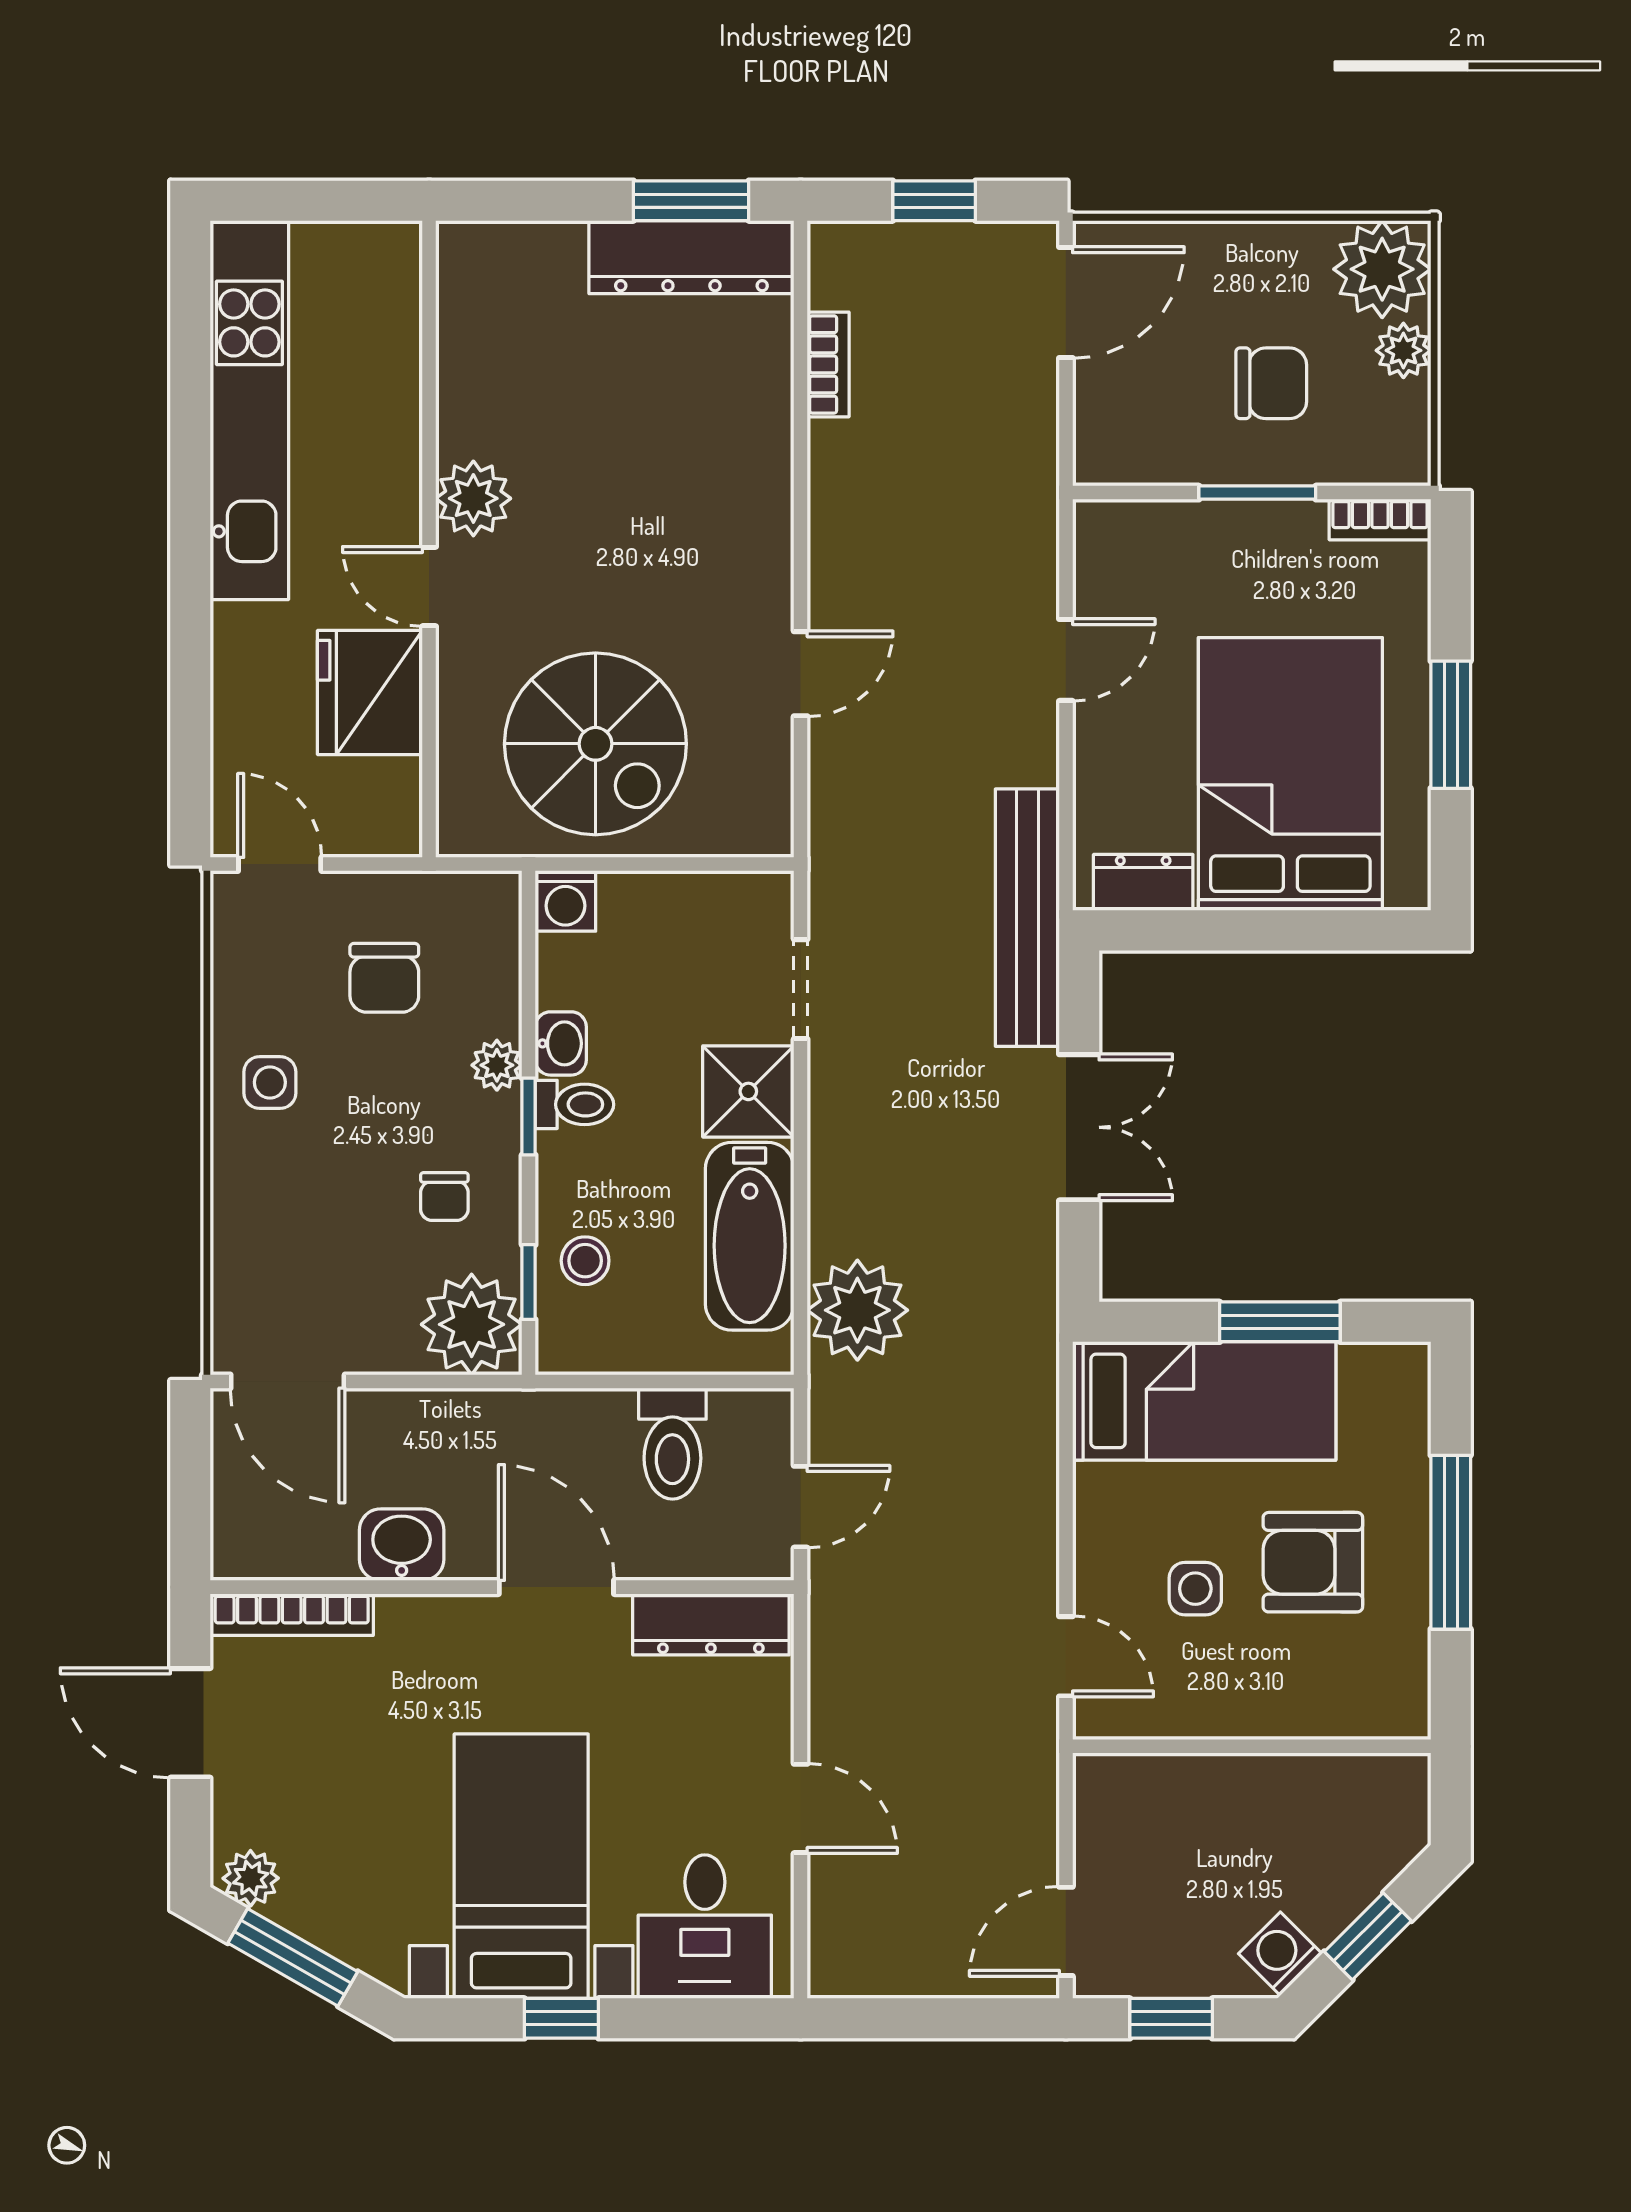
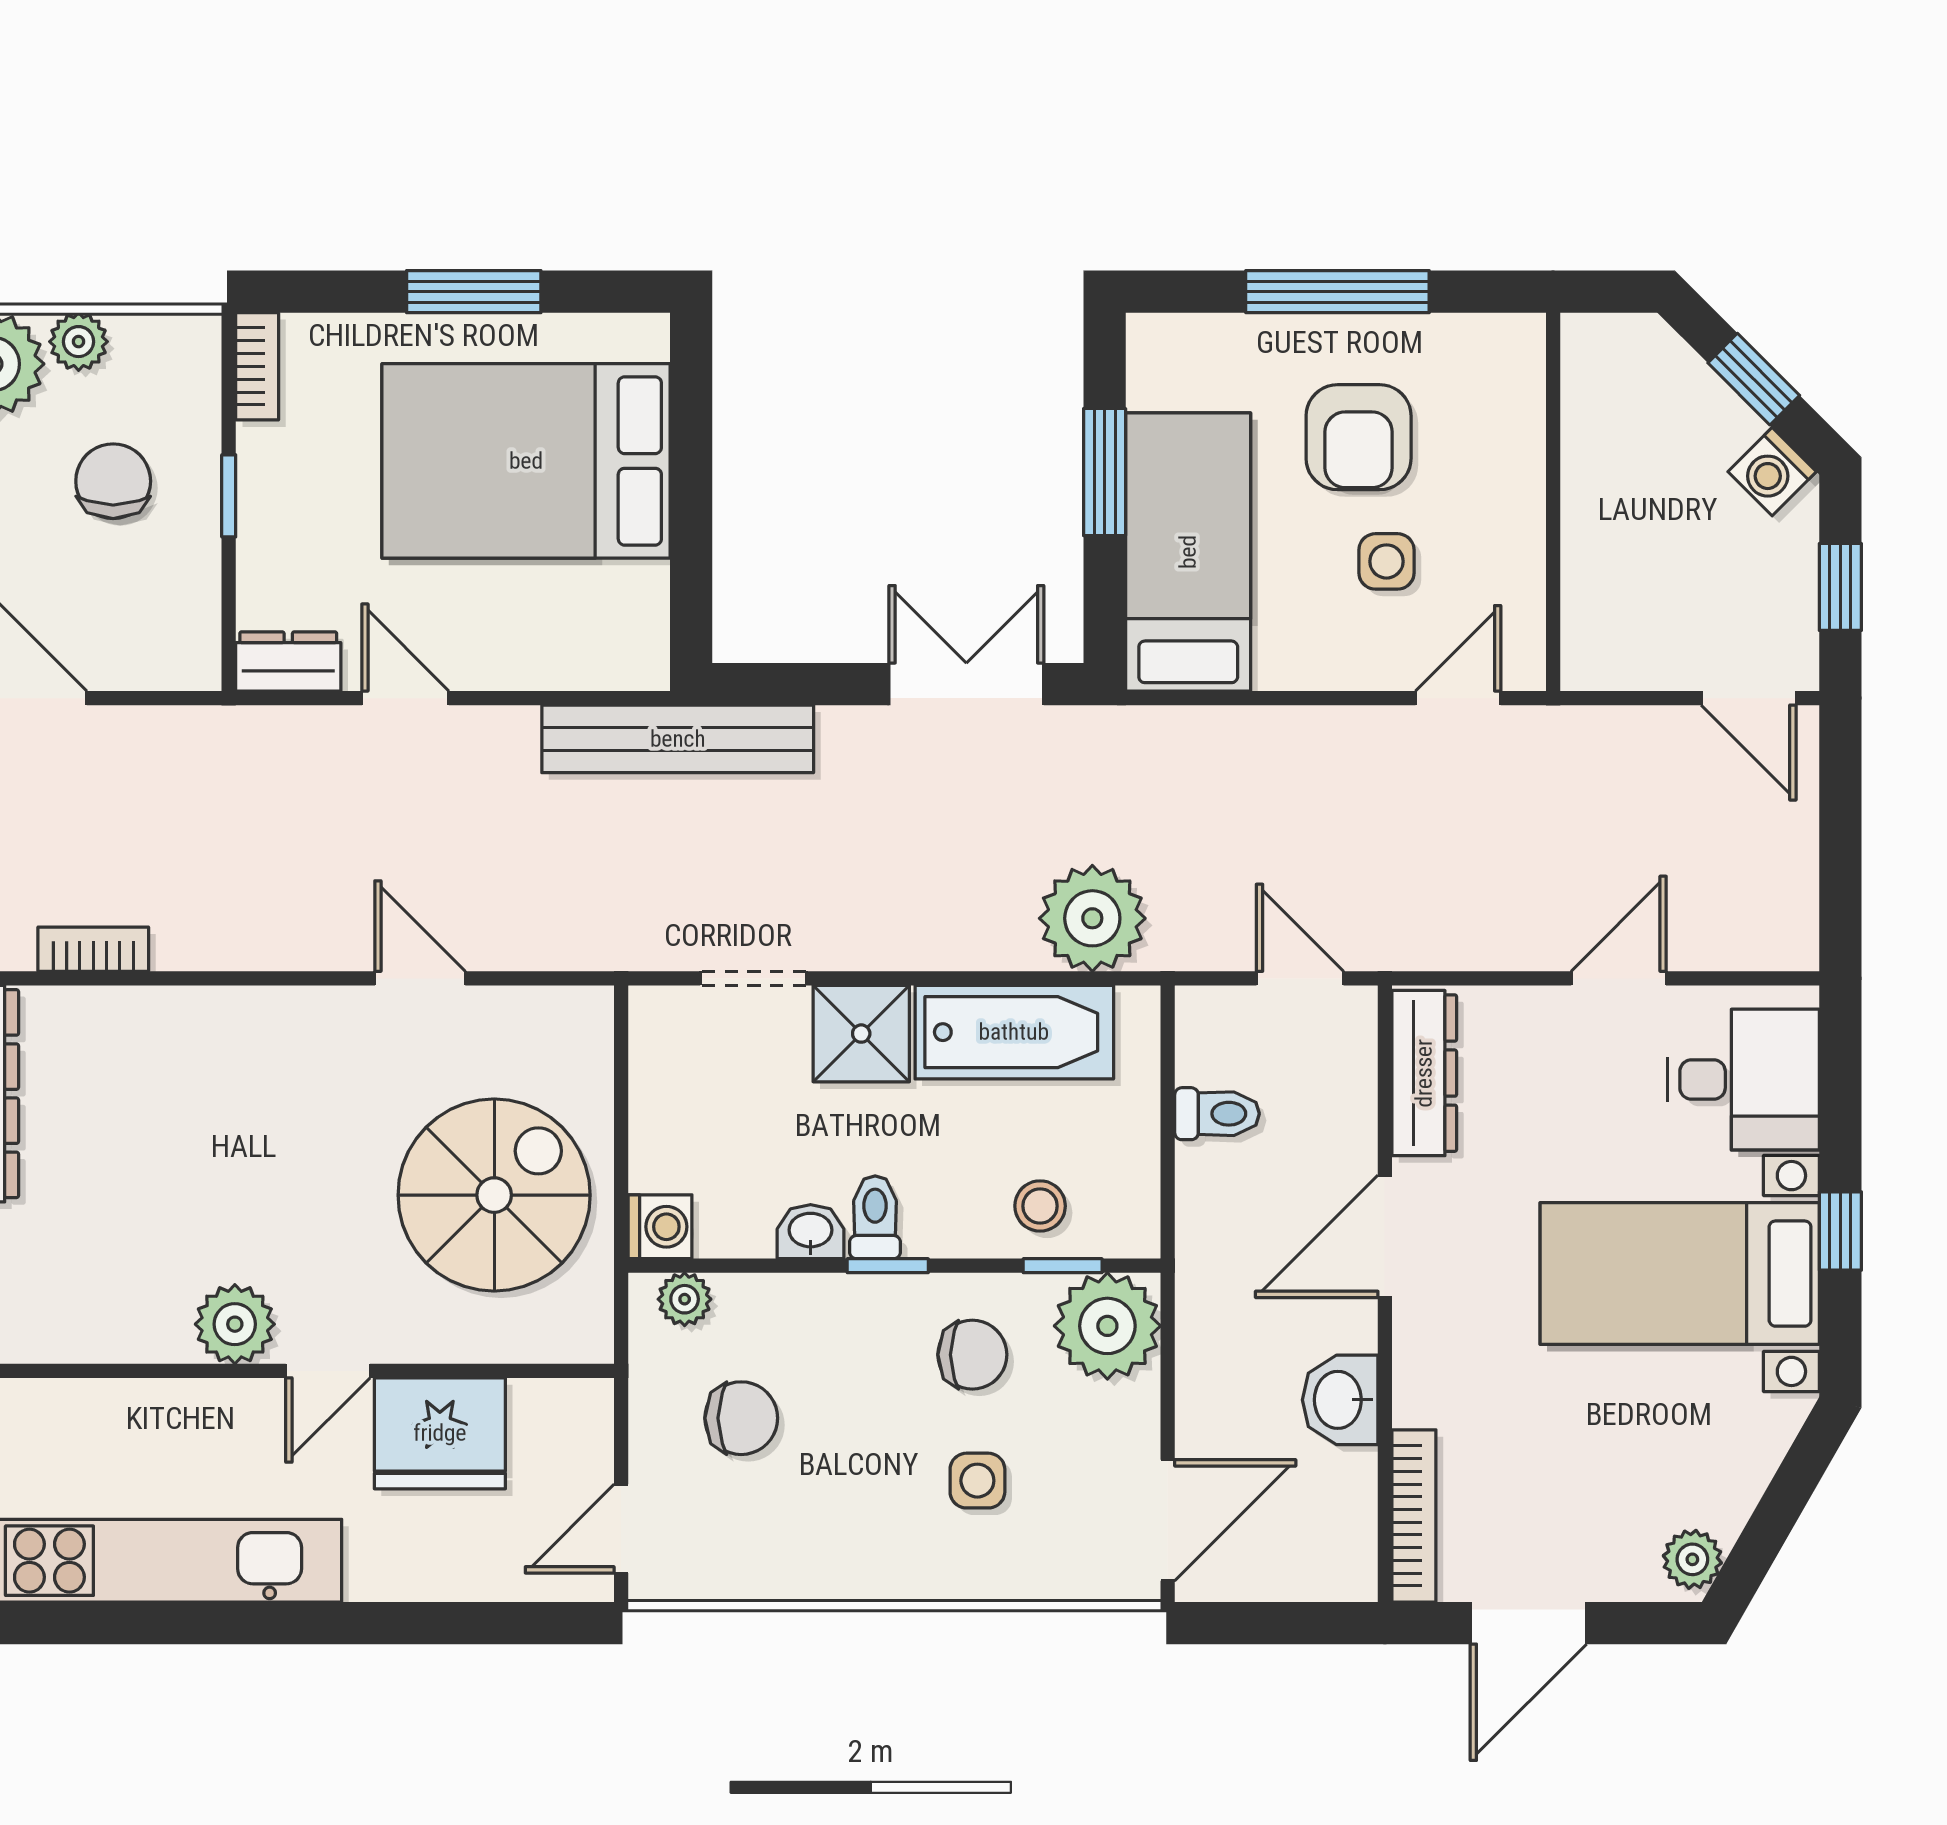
window: (1257, 493) -> (229, 496), width x0.67
dresser: (1143, 882) -> (288, 661), moved, turned 90
plant: (497, 1065) -> (685, 1299), moved
side table: (270, 1082) -> (977, 1481), moved
double door: (1079, 1127) -> (966, 684), moved
chair: (444, 1197) -> (972, 1355), width x1.37, depth x1.37
toilet: (672, 1444) -> (1217, 1114), width x0.73, depth x0.72
window: (293, 1957) -> (1776, 1515), removed

